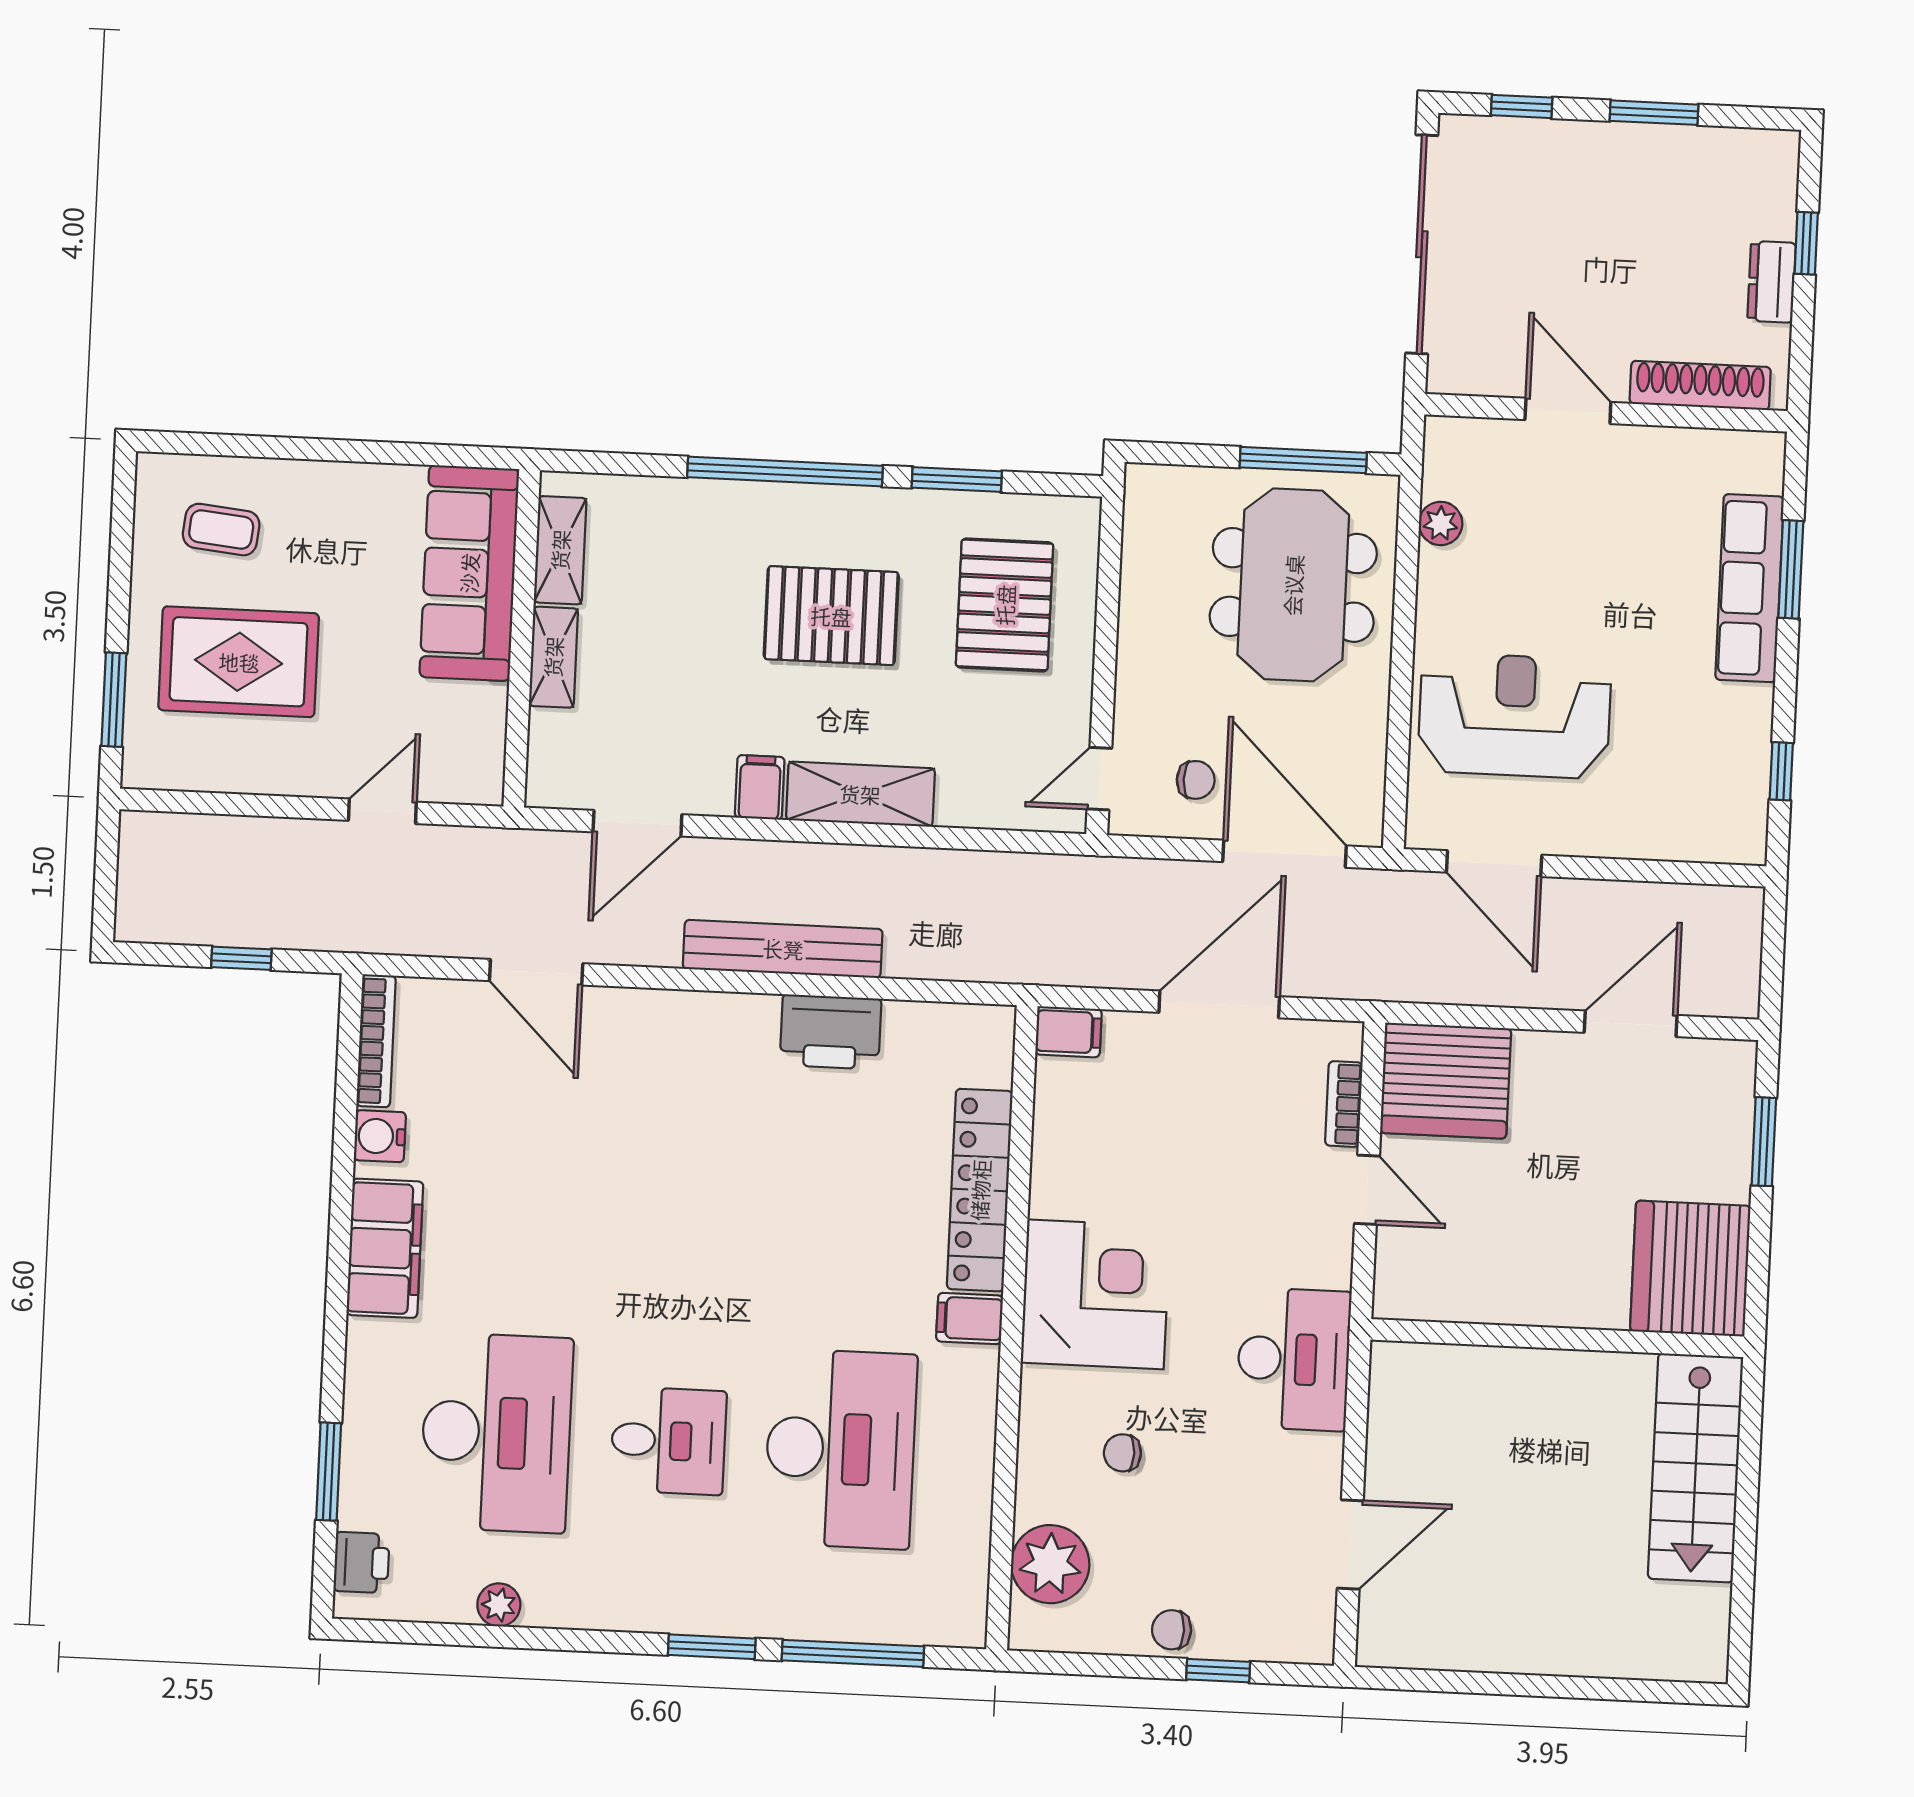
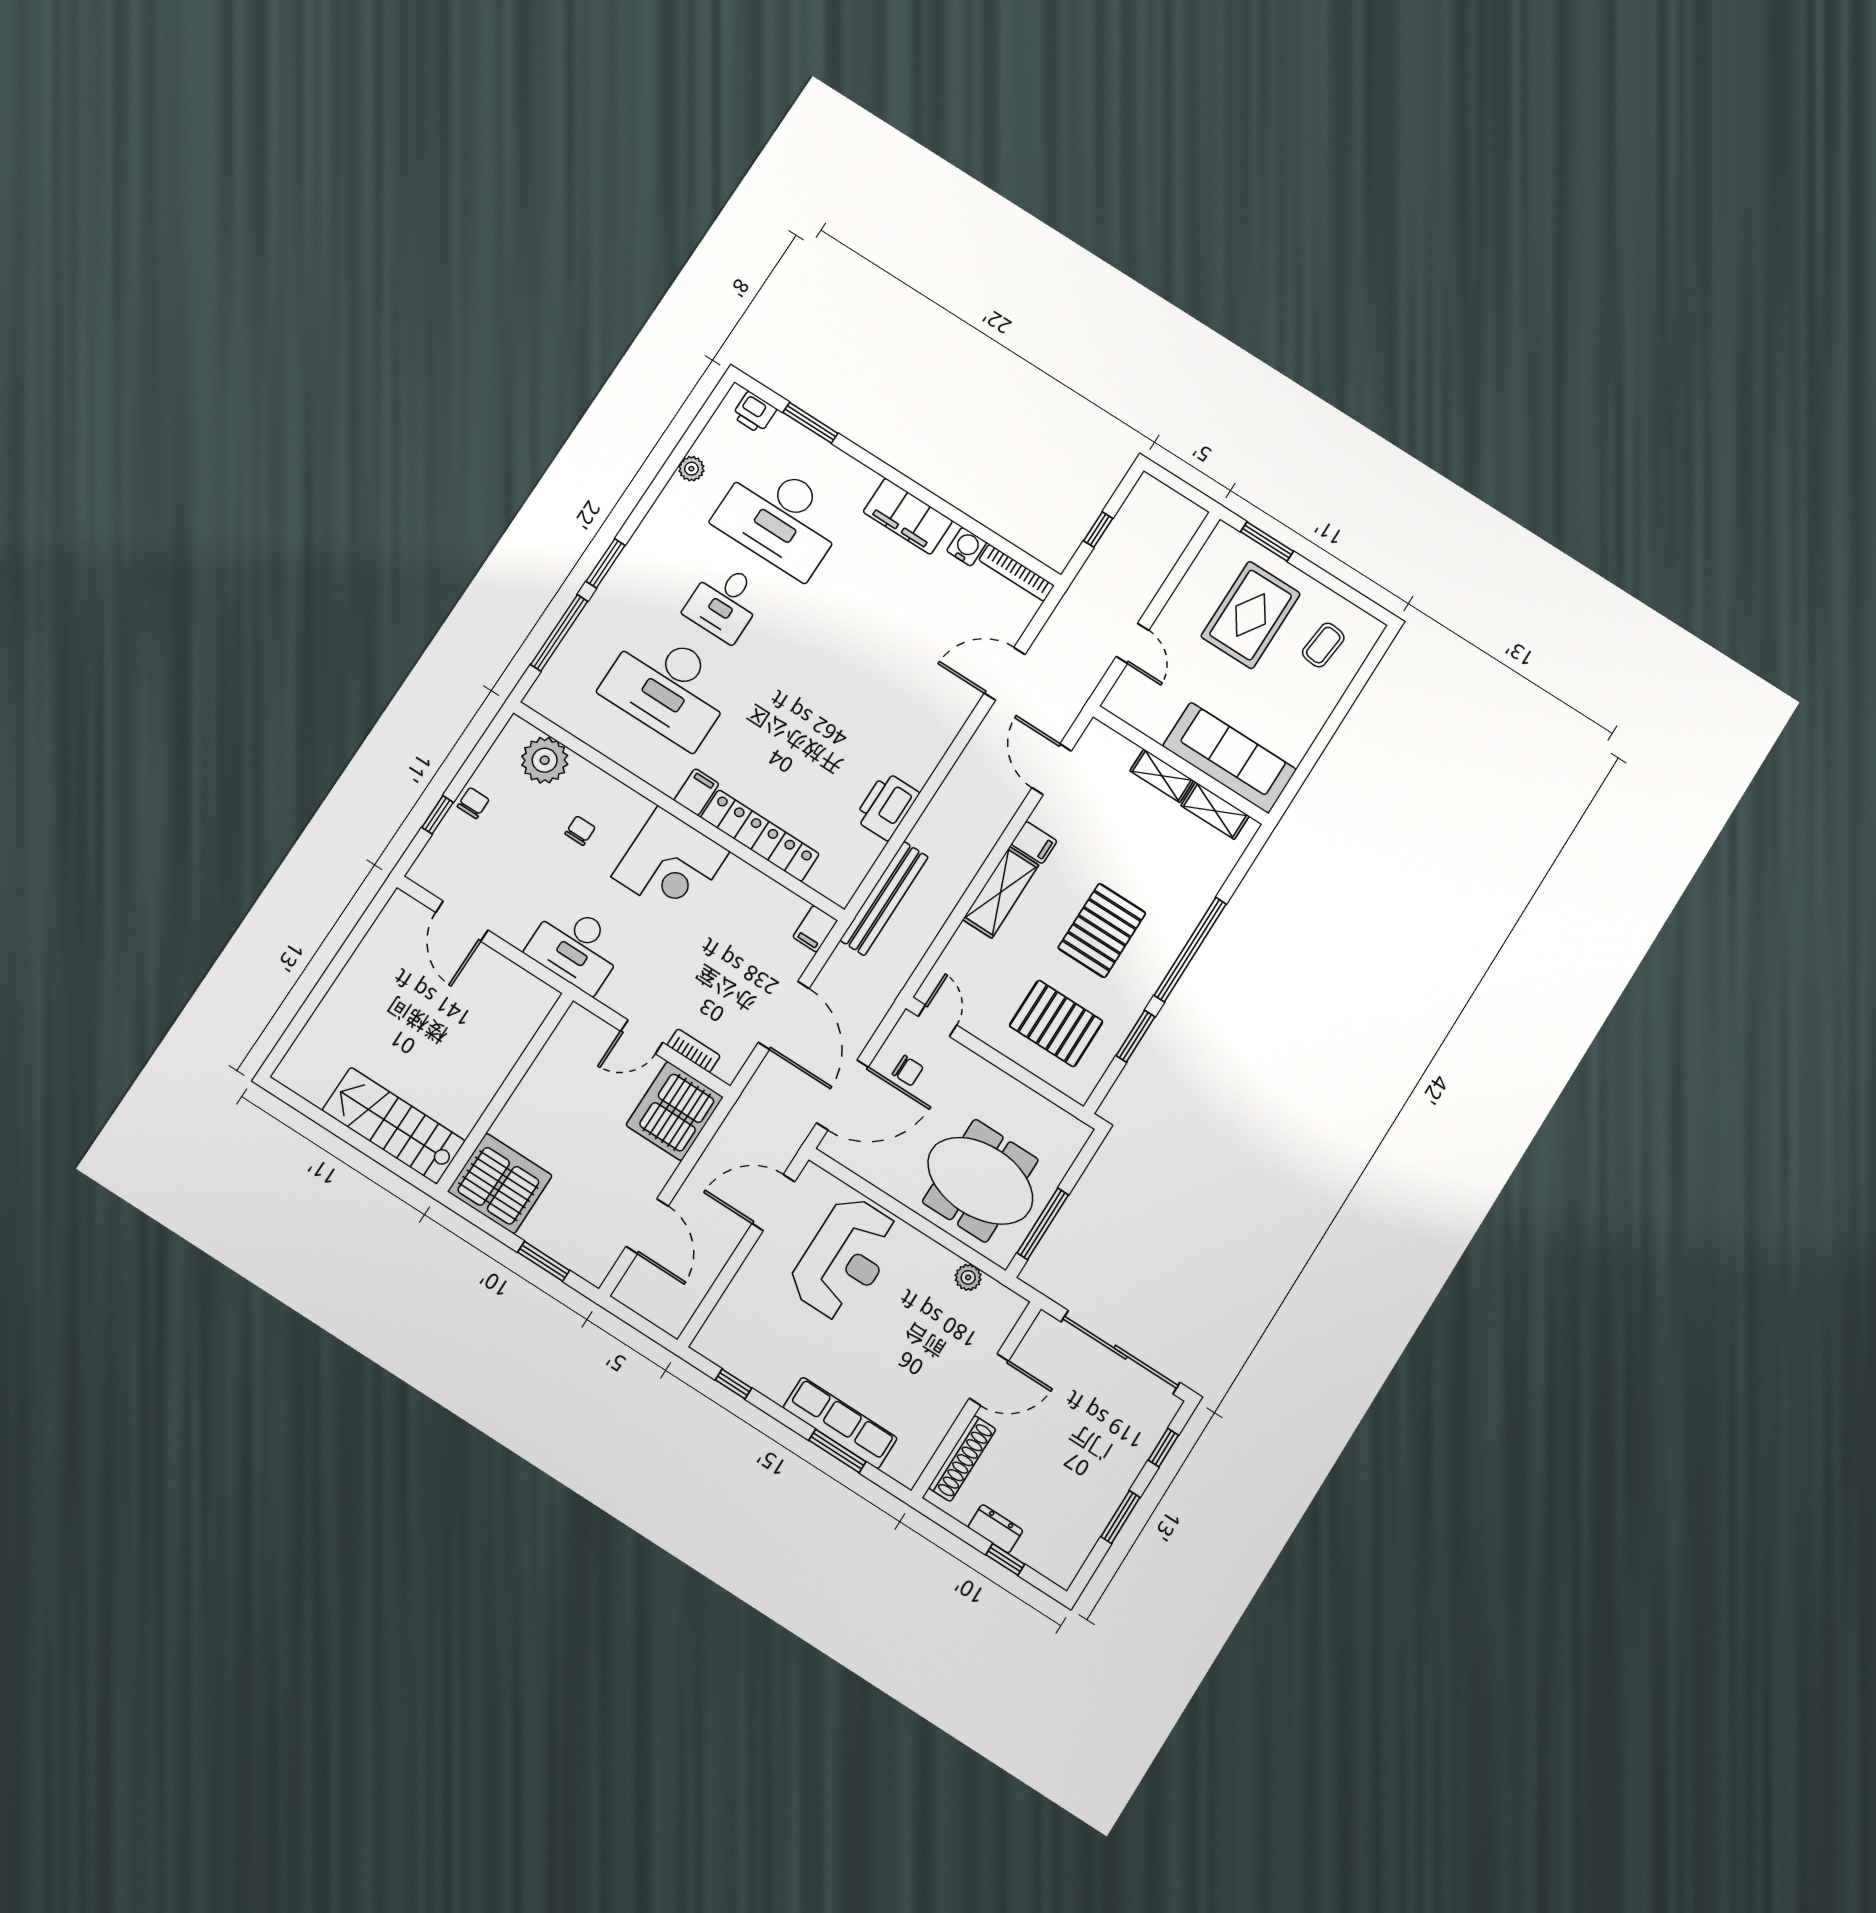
chair: (1196, 780) -> (908, 1071), turned -90
bench: (783, 949) -> (884, 899), moved

